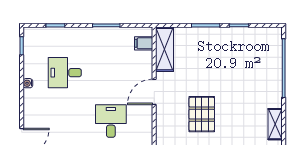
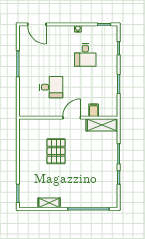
filing cabinet: (144, 43) -> (94, 110), moved
desk: (65, 73) -> (85, 55), turned 180
door: (154, 92) -> (72, 118), hinge flipped
pallet: (202, 114) -> (56, 151), turned 90

